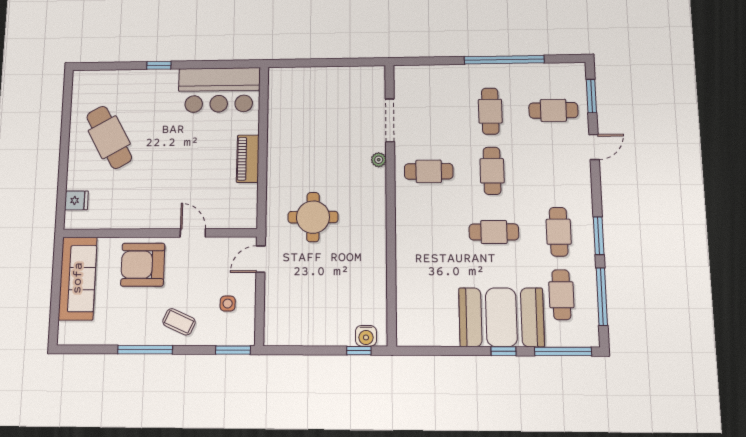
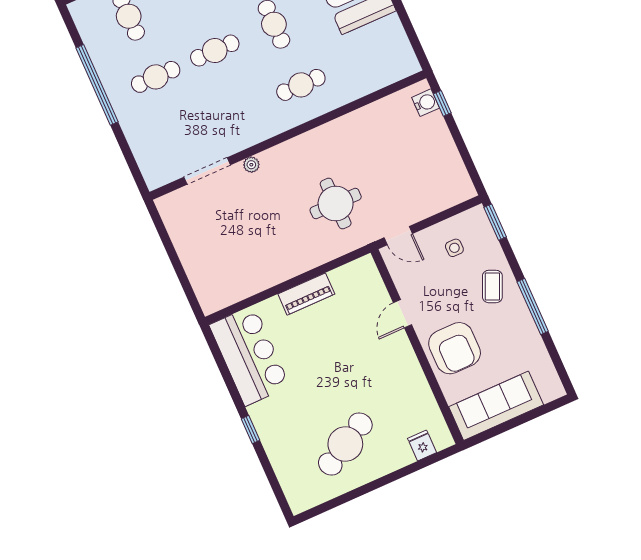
cafe table: (429, 171) -> (301, 85), moved, turned 90

